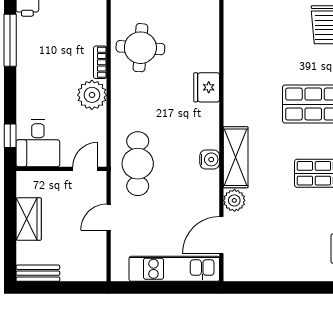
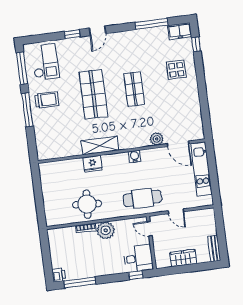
round table: (140, 48) -> (87, 204), moved
shelving: (236, 157) -> (100, 145), moved

